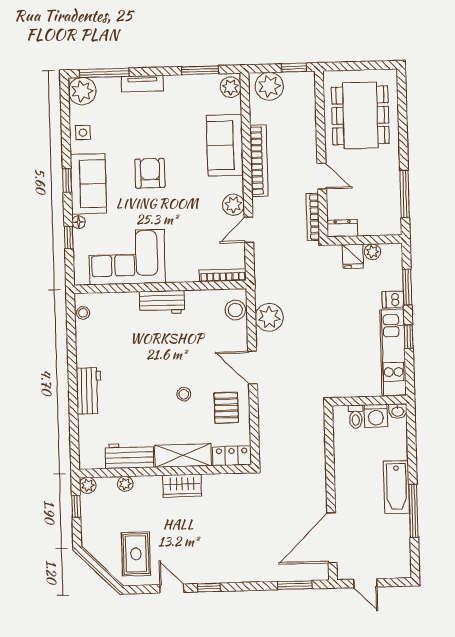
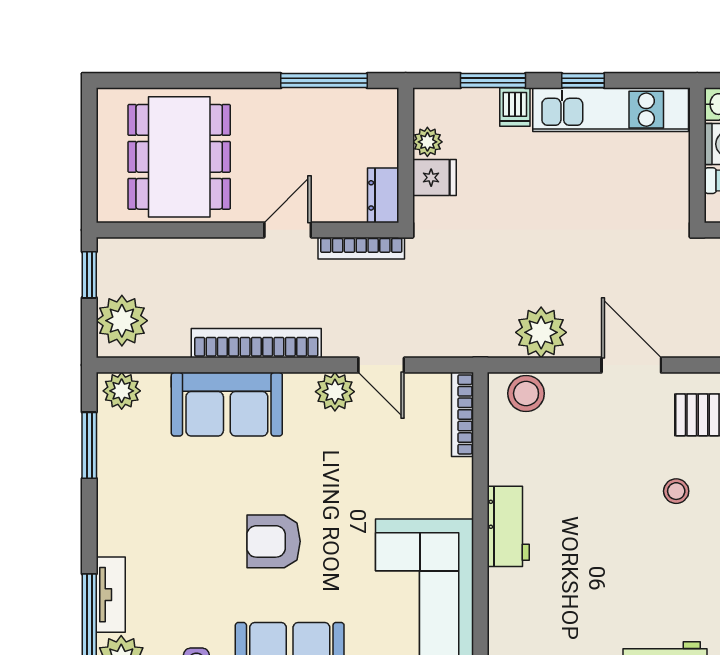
tv unit: (142, 84) -> (111, 595), moved
dining table: (360, 115) -> (179, 157), turned 90
door: (253, 368) -> (631, 365), swing flipped

